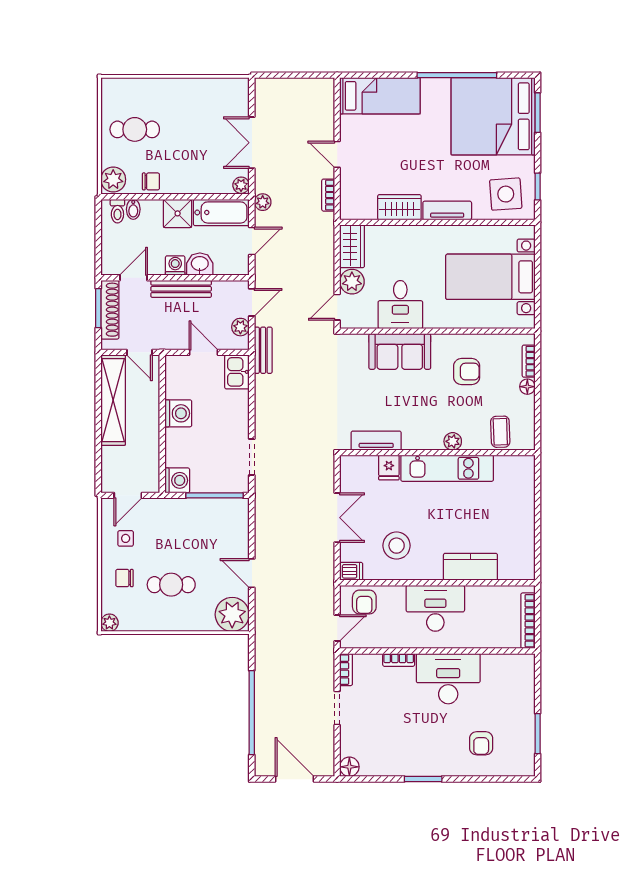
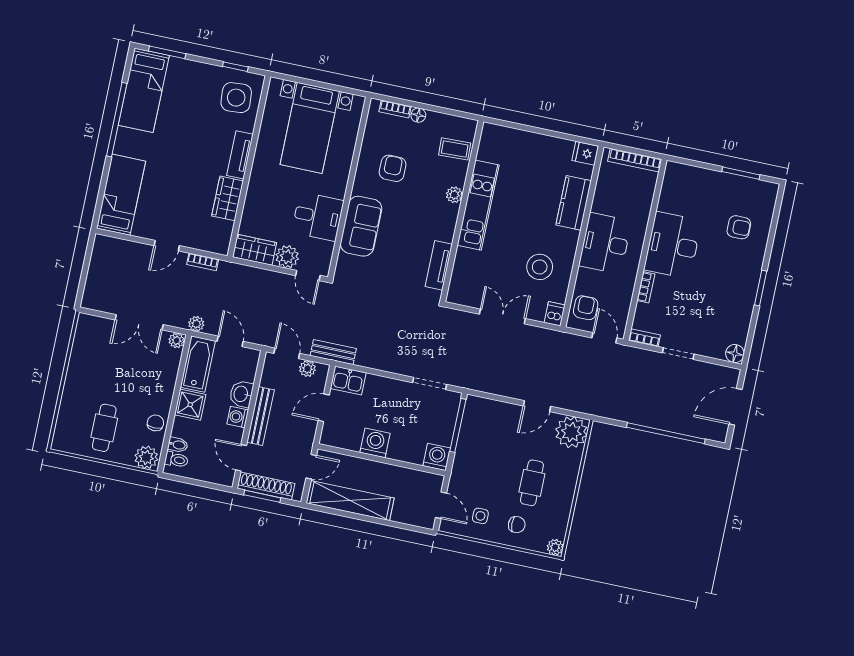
bed: (493, 116) -> (144, 90), width x0.49
fridge: (389, 468) -> (585, 153), moved, turned 180
chair: (124, 578) -> (517, 525), turned -92
armchair: (364, 602) -> (586, 308), turned -90

